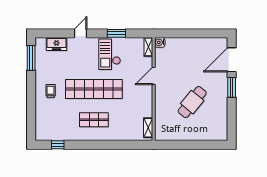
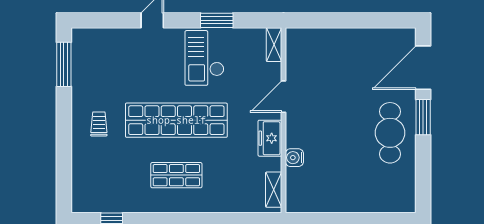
water cooler: (160, 42) -> (294, 158), moved
freezer: (56, 44) -> (270, 138), moved, turned 90
cafe table: (192, 102) -> (390, 133), moved, turned -39

